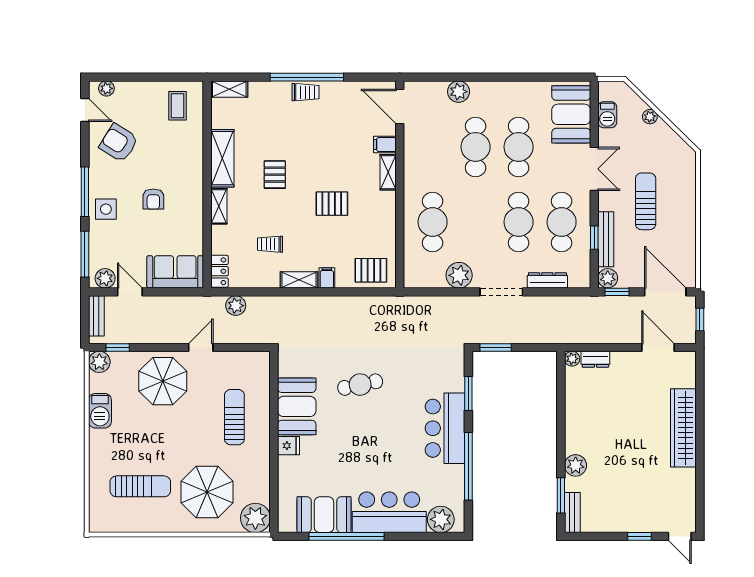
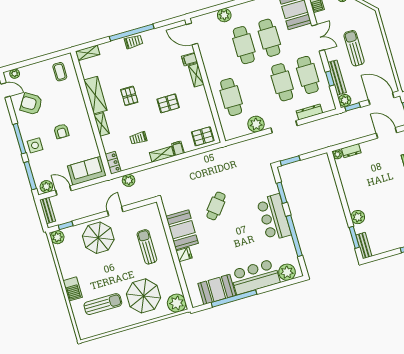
cafe table: (360, 385) -> (216, 206), turned -39
barbecue: (100, 411) -> (73, 289), moved

